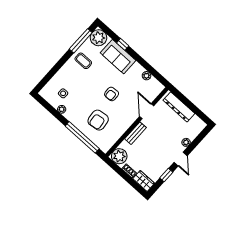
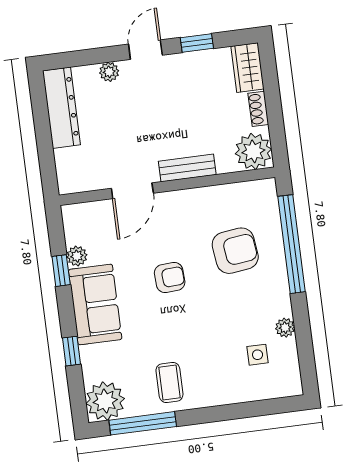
sofa: (118, 57) -> (95, 304), moved
window: (148, 67) -> (61, 271), added
dresser: (179, 107) -> (62, 108), moved

